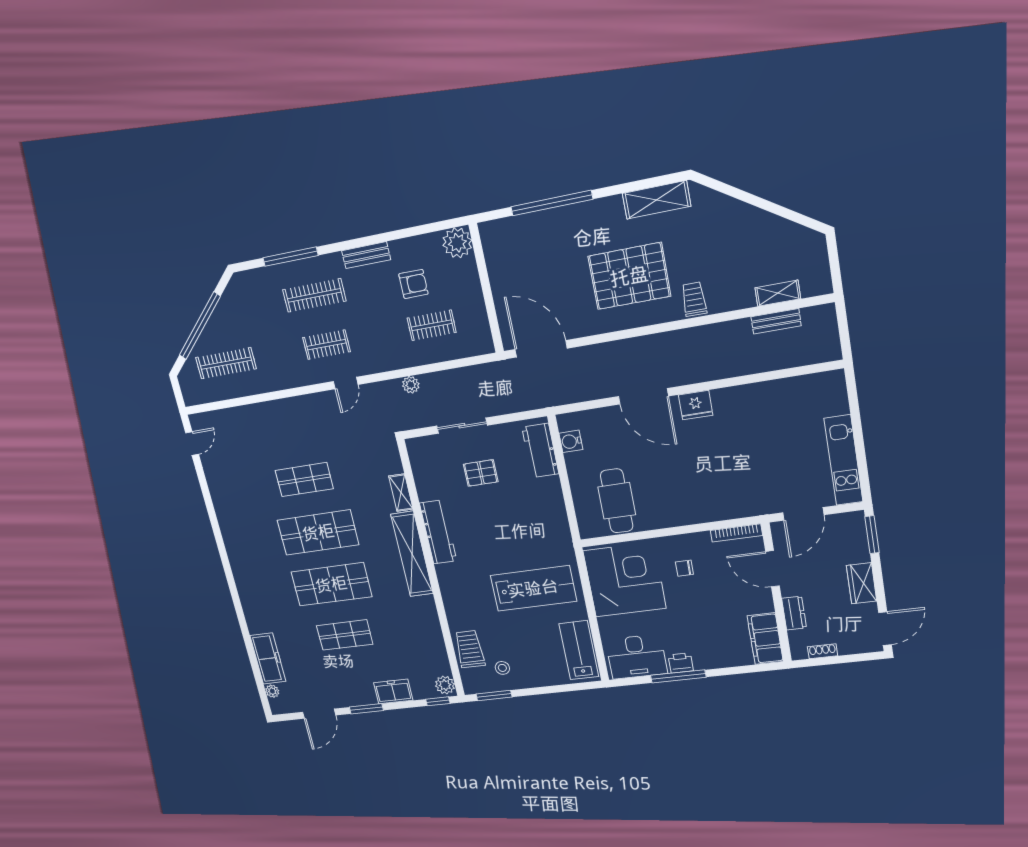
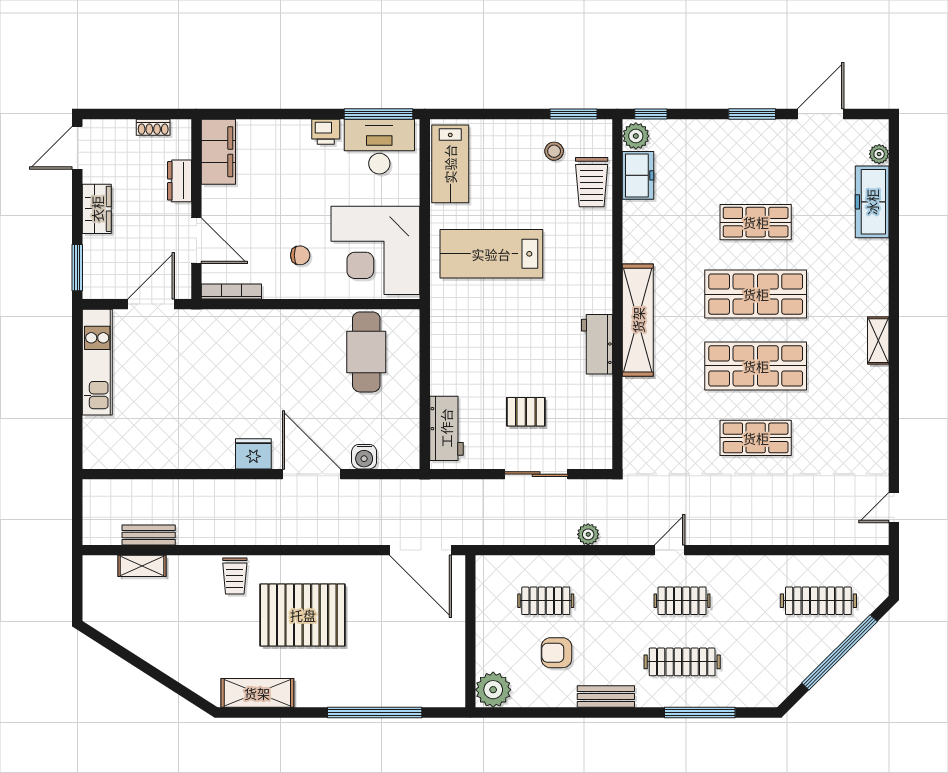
water cooler: (571, 441) -> (364, 457), moved, turned 90
shelving: (401, 493) -> (878, 341), moved
workbench: (438, 532) -> (597, 344), width x0.73
window: (678, 676) -> (378, 114), moved
freezer: (393, 692) -> (638, 175), moved, turned -90

